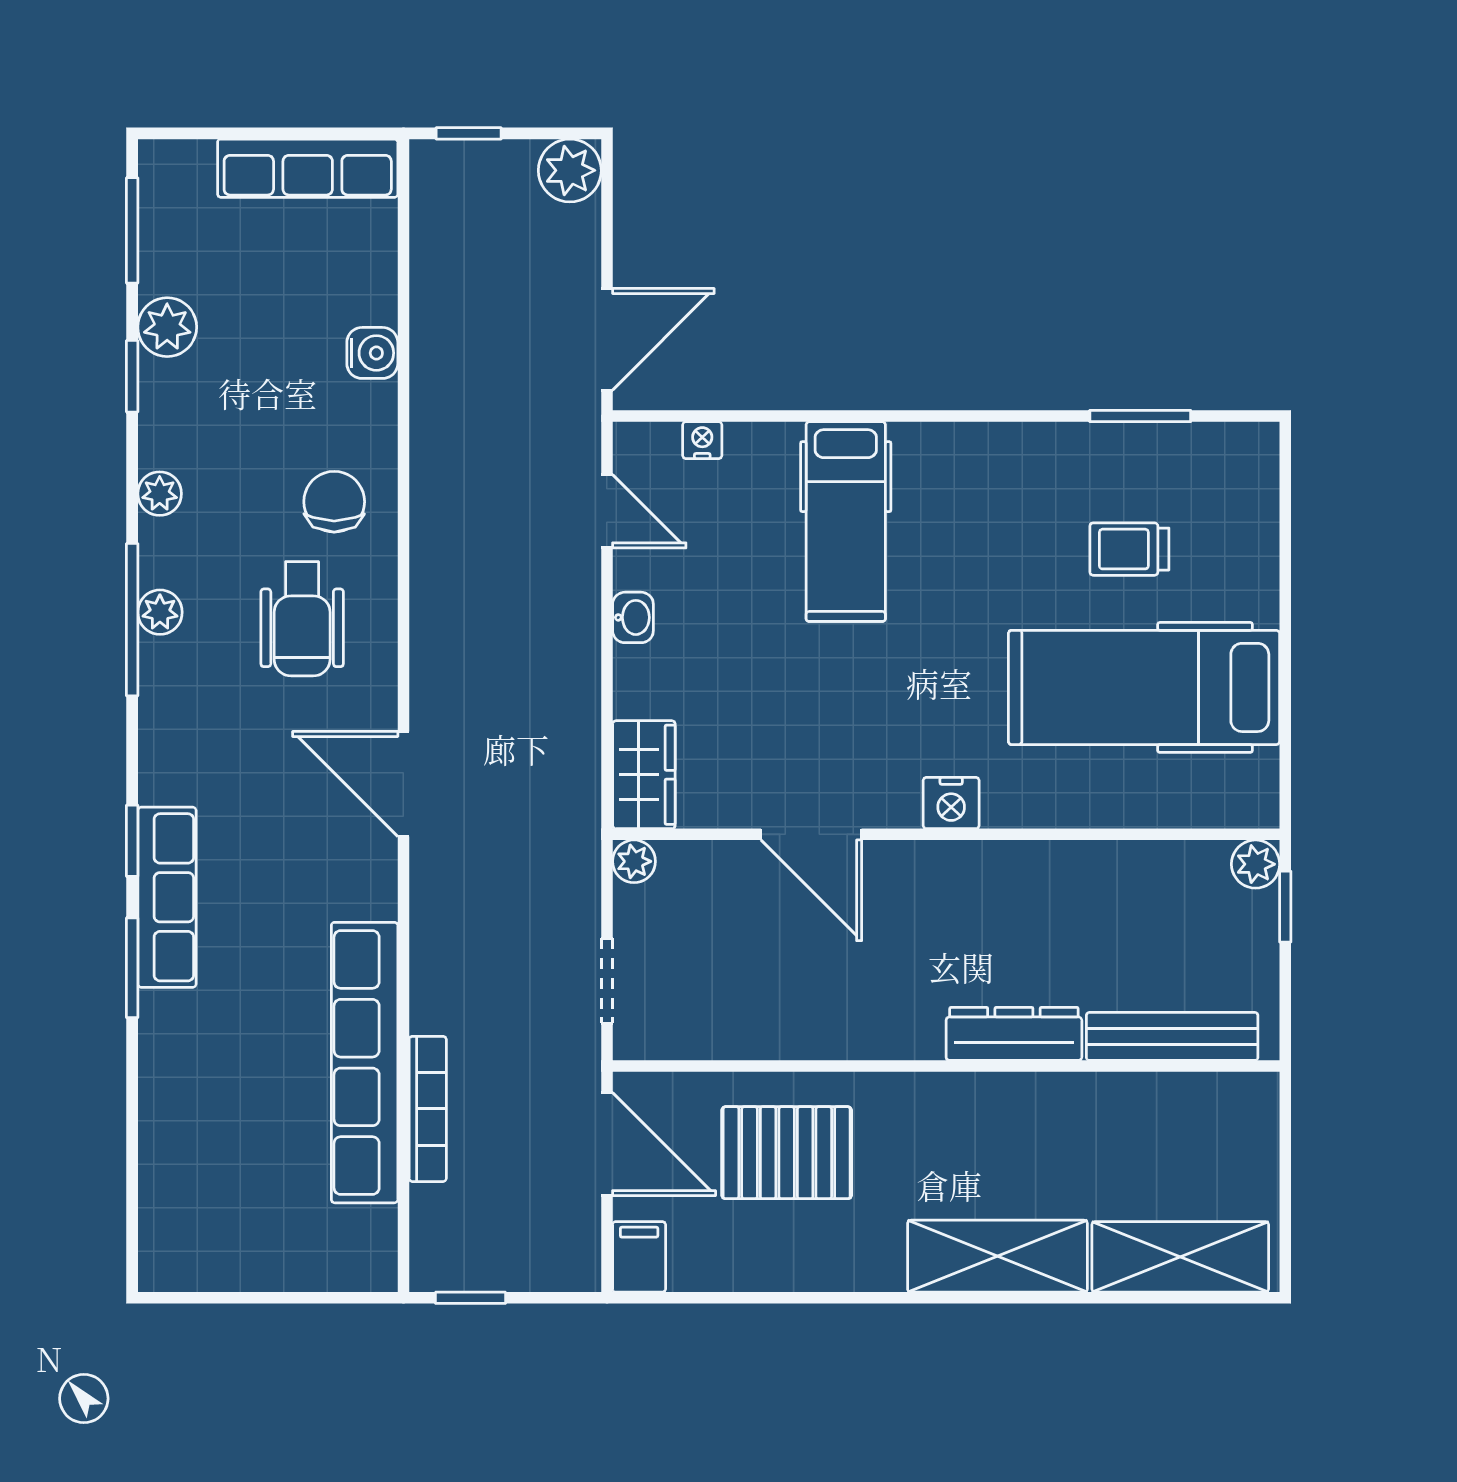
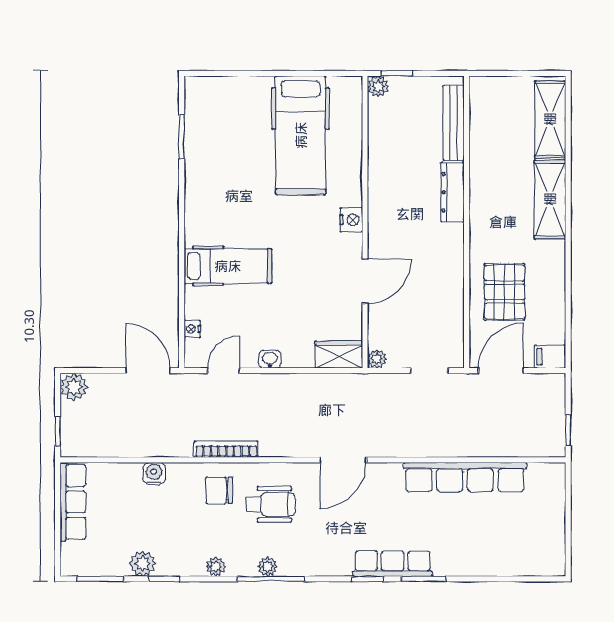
trolley: (1129, 549) -> (240, 142), removed
bookcase: (428, 1109) -> (226, 449), moved

